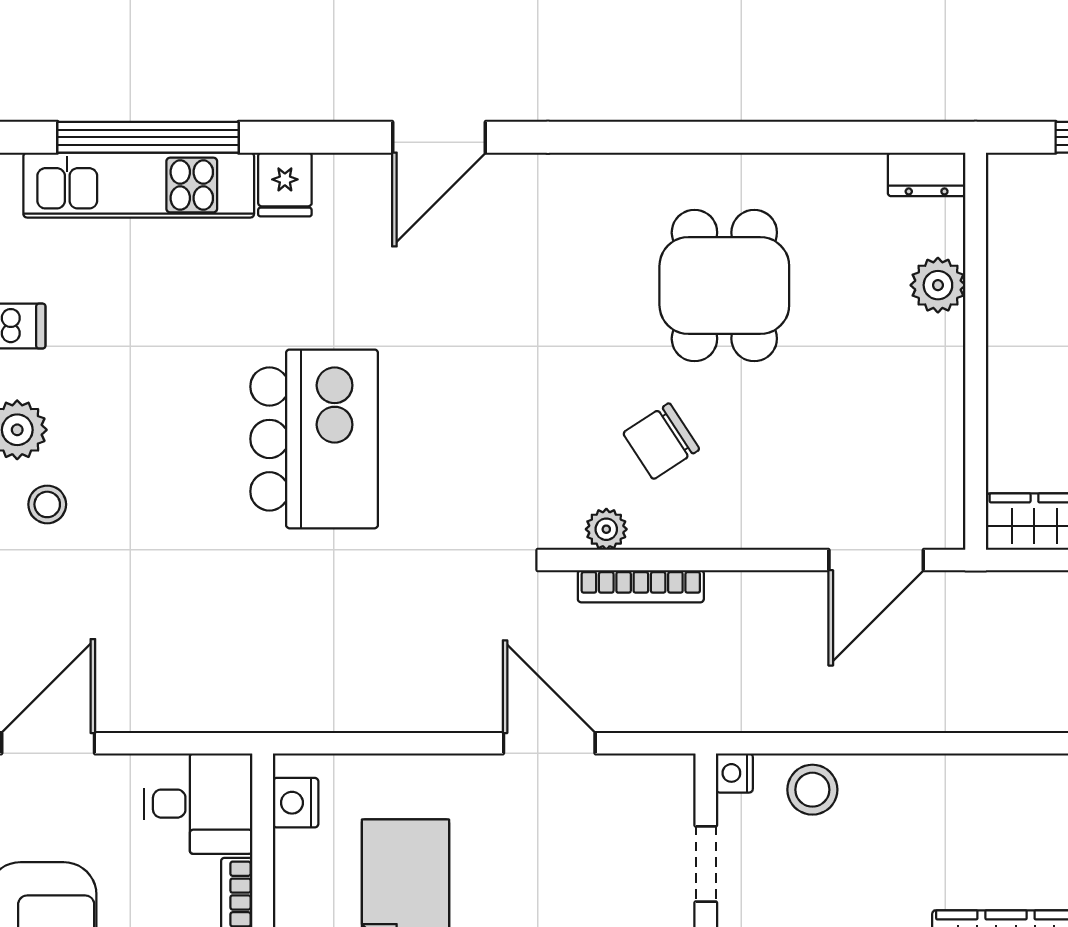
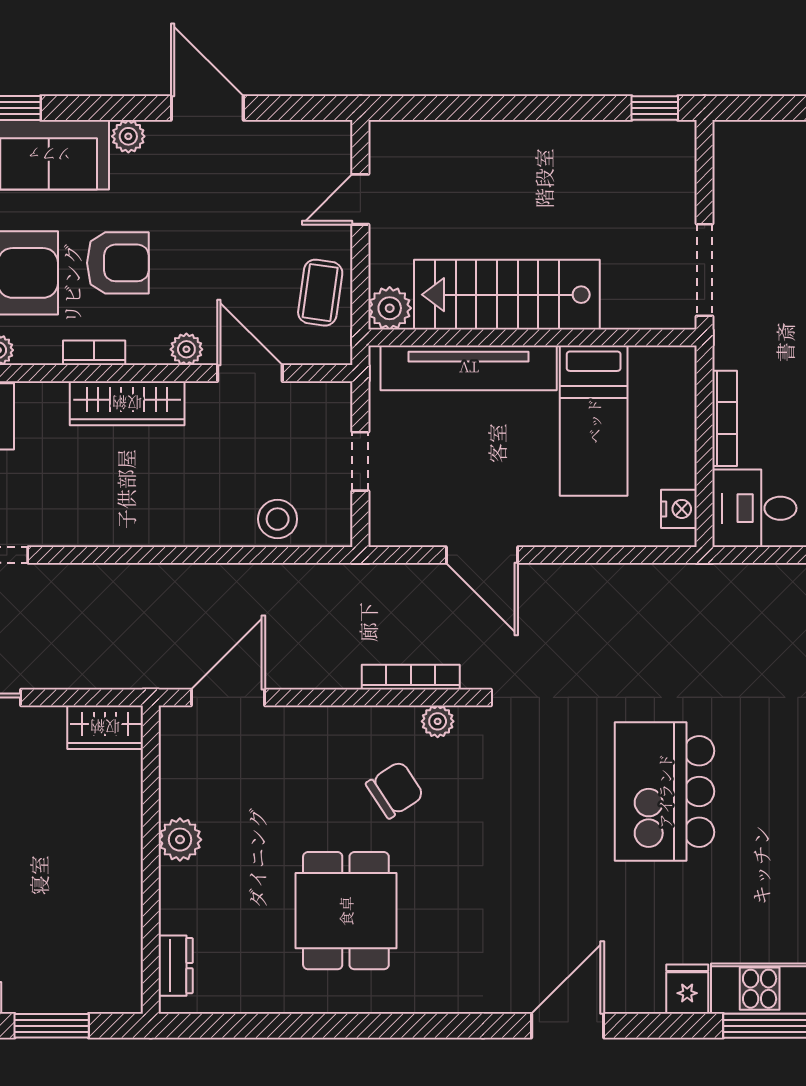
dresser: (927, 174) -> (176, 966), moved, turned 90
plant: (938, 285) -> (180, 840), moved
nightstand: (734, 773) -> (338, 532), removed

